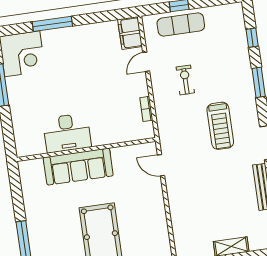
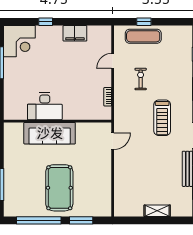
window: (52, 24) -> (46, 22), width x0.46
filing cabinet: (130, 33) -> (75, 33), moved, turned -90
door: (161, 165) -> (113, 141), swing flipped

